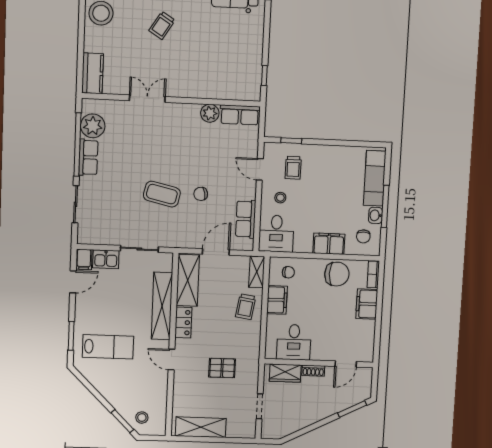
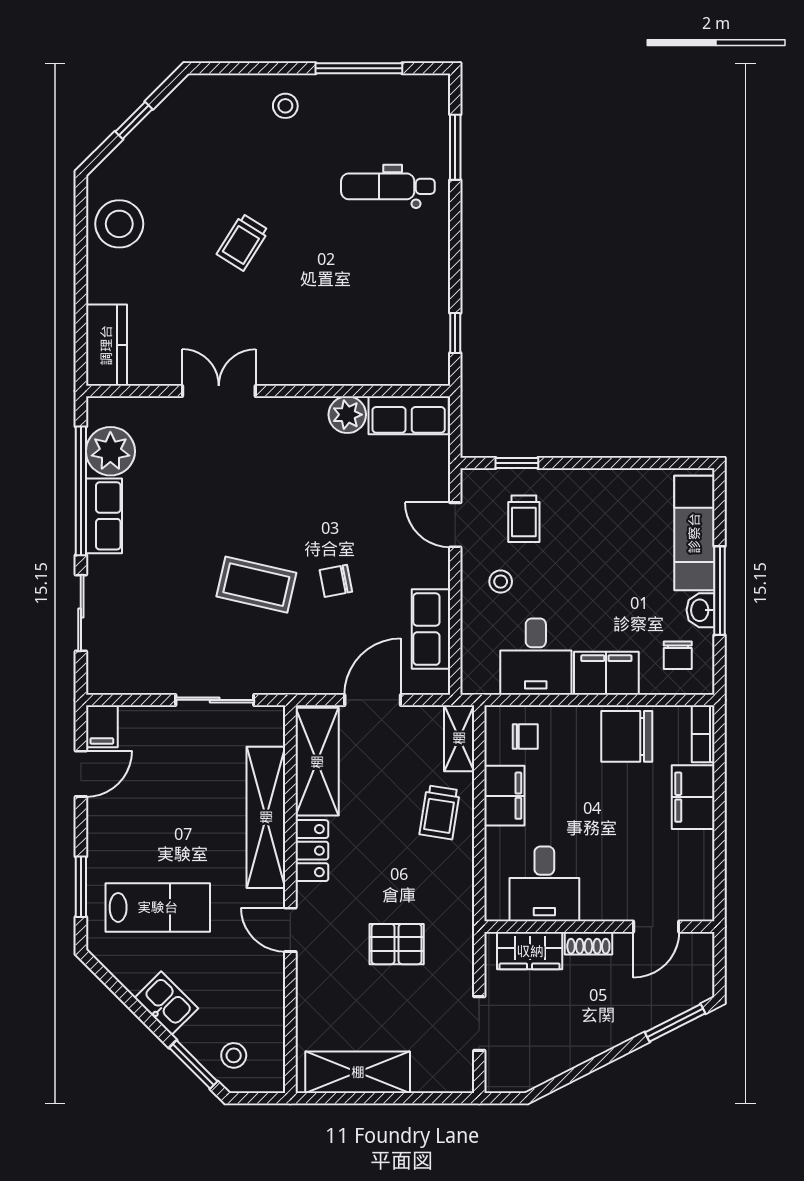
desk: (276, 234) -> (536, 657), moved
kitchen sink: (106, 259) -> (166, 1003), moved, turned -135
chair: (337, 274) -> (627, 736), turned 180

